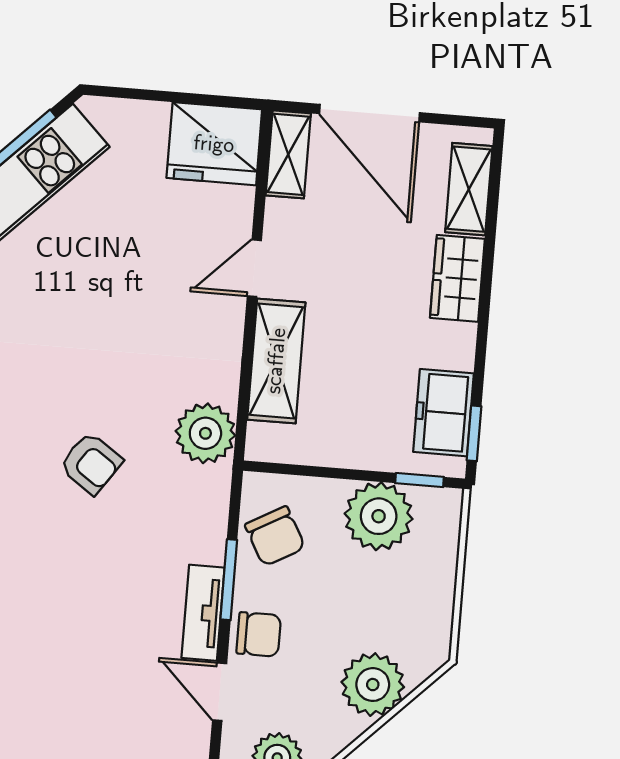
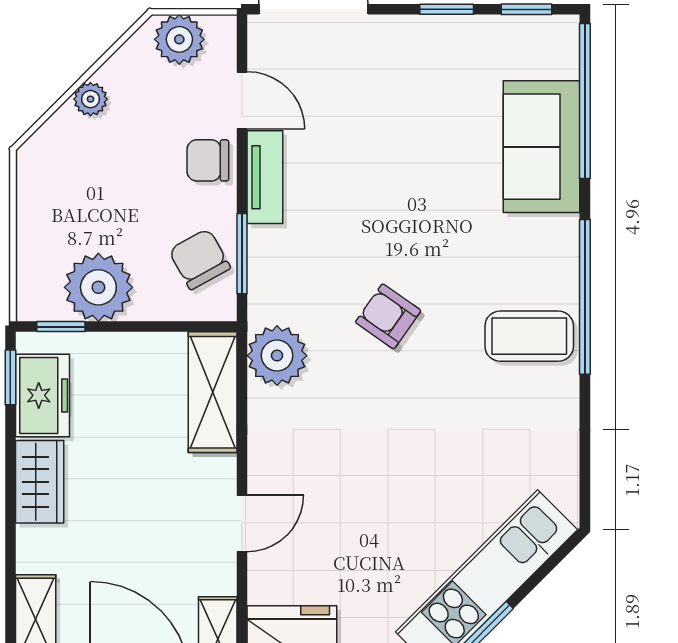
wardrobe: (457, 278) -> (40, 482), moved
shelving: (276, 361) -> (213, 392), moved
window: (229, 580) -> (242, 254), moved
plant: (373, 685) -> (90, 99), width x0.53, depth x0.53

